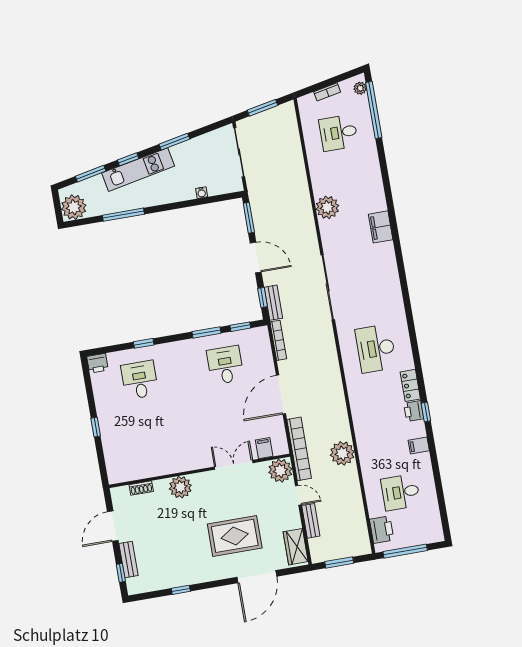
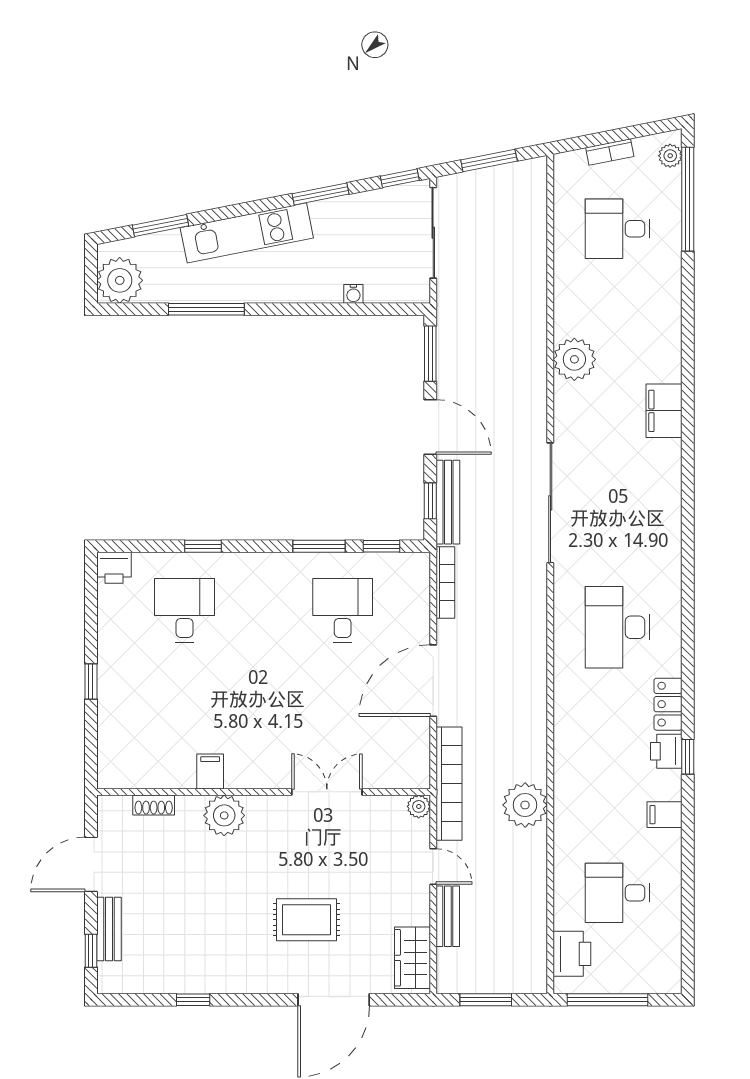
window: (128, 159) -> (400, 178), moved
bench: (273, 303) -> (448, 502), width x1.36
filing cabinet: (264, 448) -> (210, 771), moved
plant: (280, 471) -> (419, 806), width x0.53, depth x0.53
rug: (235, 536) -> (306, 920), width x0.73, depth x0.70

